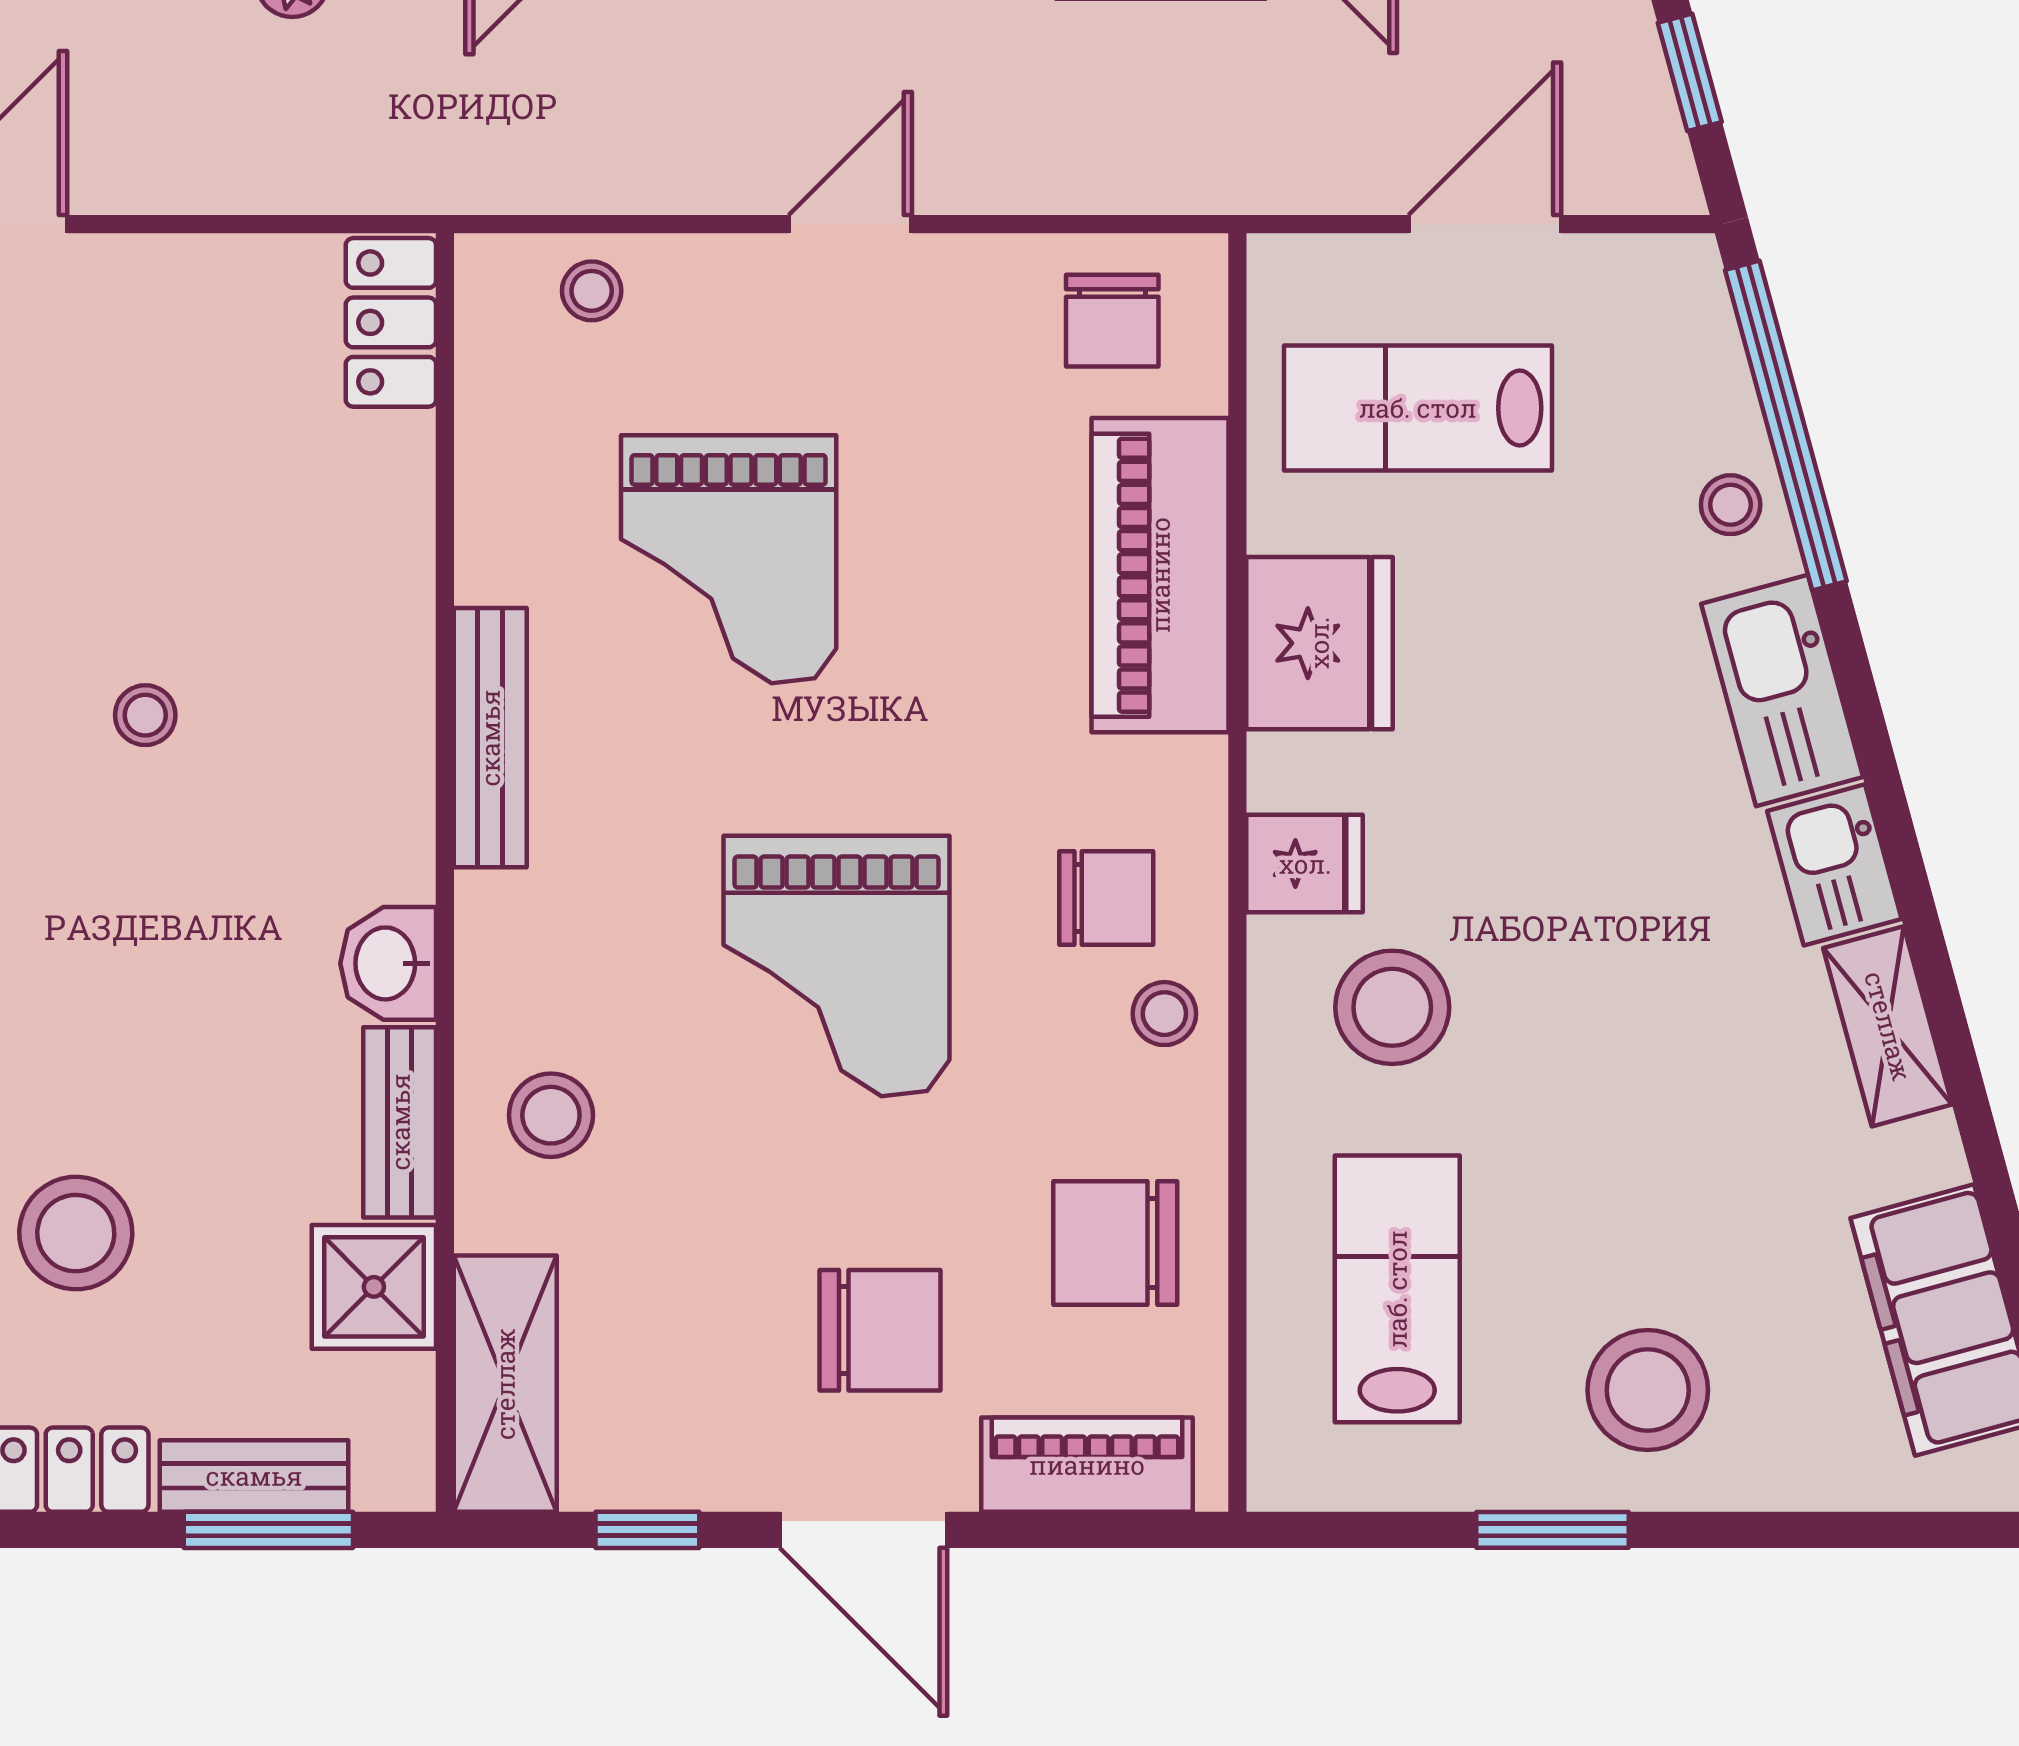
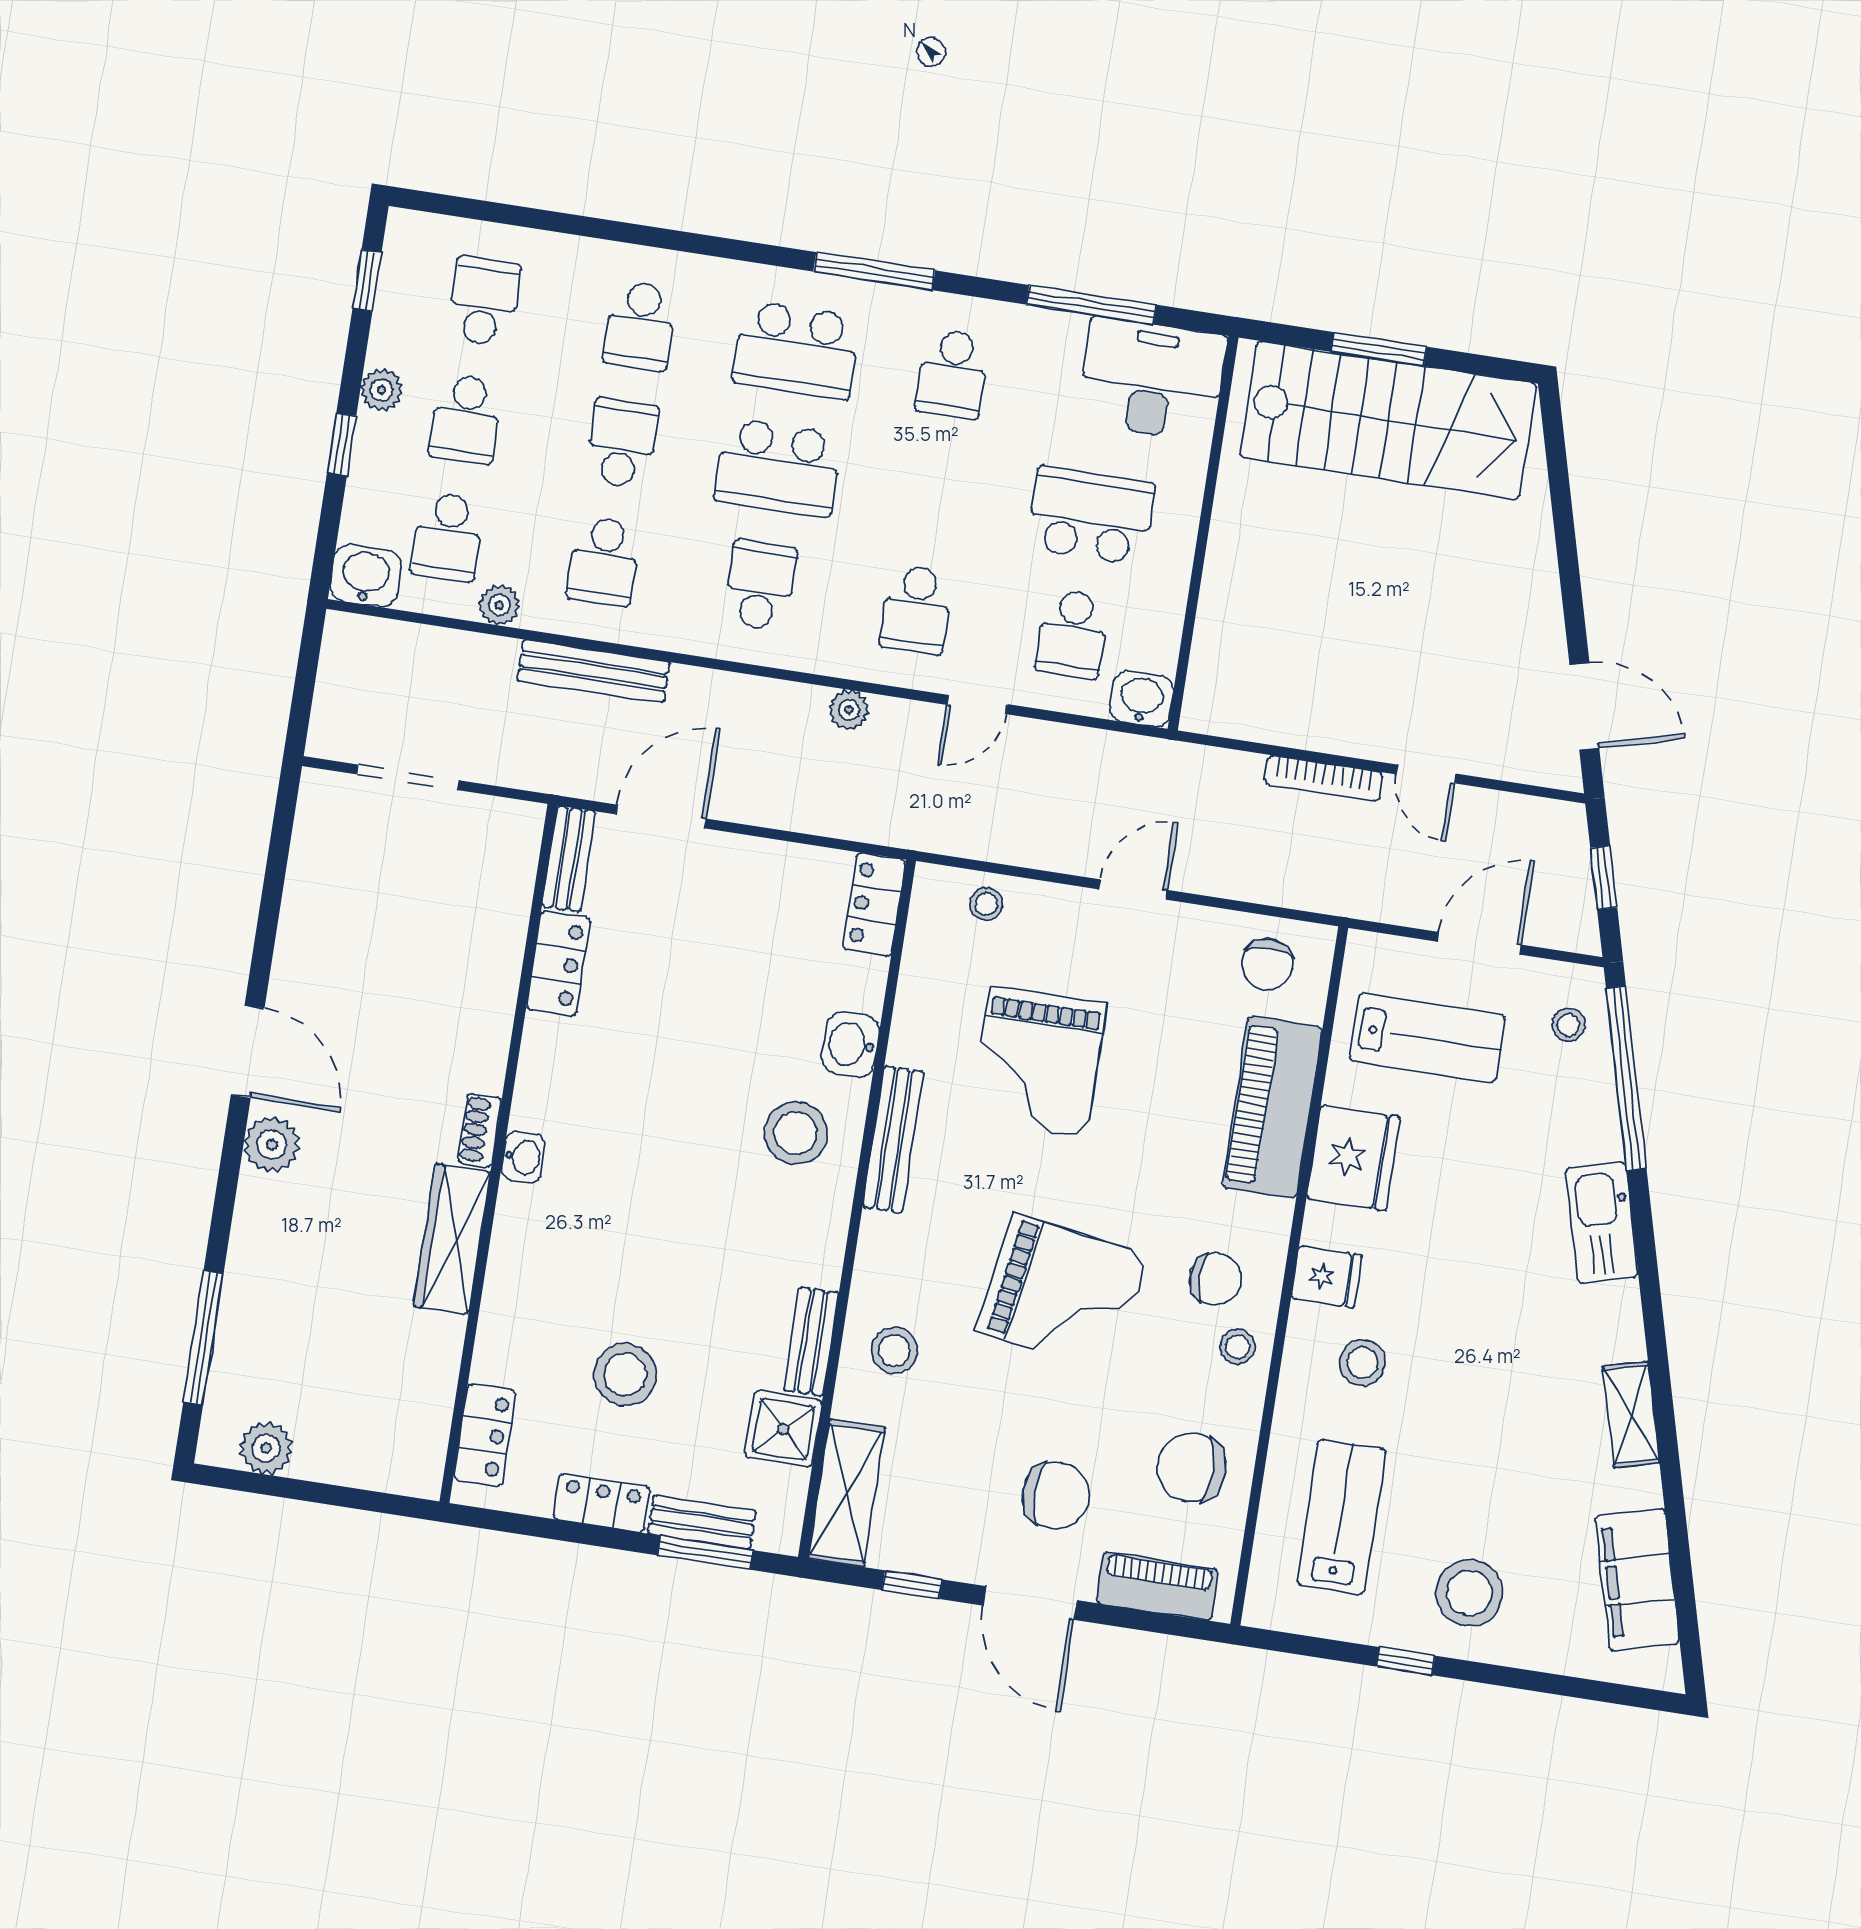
lab bench: (1418, 408) -> (1427, 1038), turned 180
stool: (1731, 505) -> (1568, 1025), moved
stool: (145, 715) -> (796, 1133), moved, width x1.89, depth x1.89
kitchen sink: (1834, 865) -> (1616, 1322), removed
washbasin: (388, 963) -> (851, 1045), moved
grand piano: (837, 966) -> (1063, 1293), turned -81
stool: (1392, 1007) -> (1362, 1363), width x0.73, depth x0.73
window: (1553, 1530) -> (1406, 1661), width x0.67

